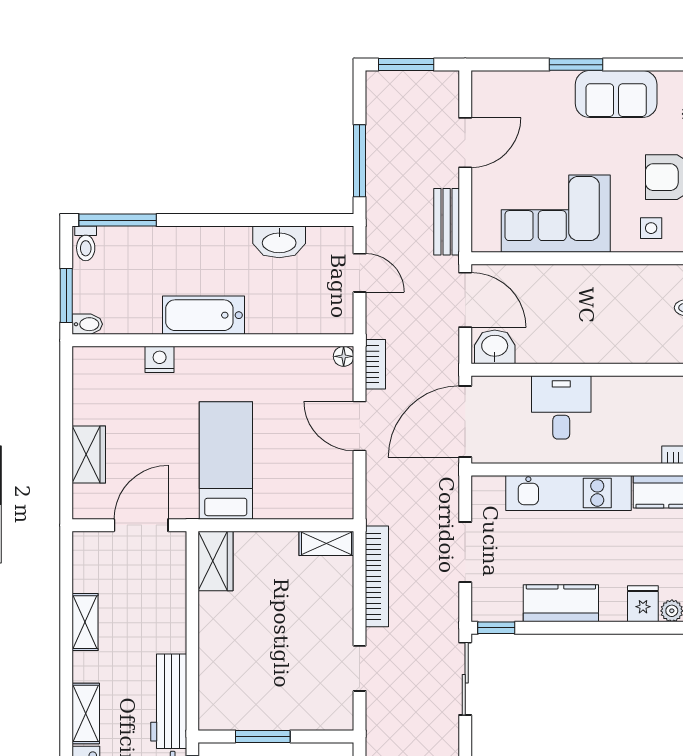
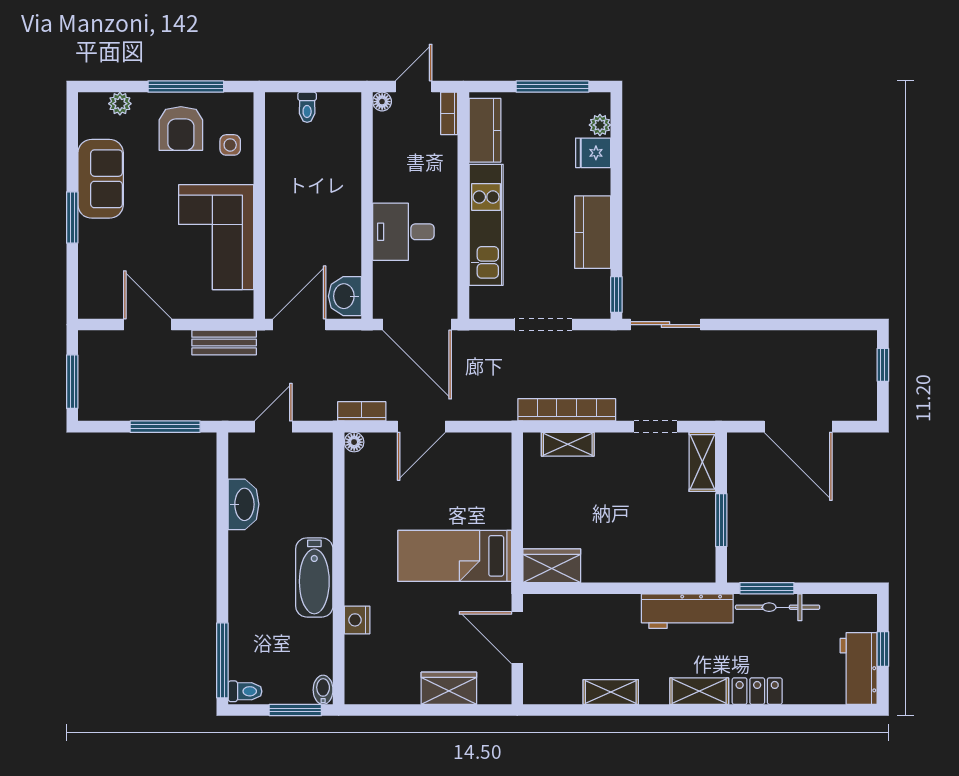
shelving: (326, 543) -> (568, 444), moved, turned 90
shelving: (323, 717) -> (702, 462), added

